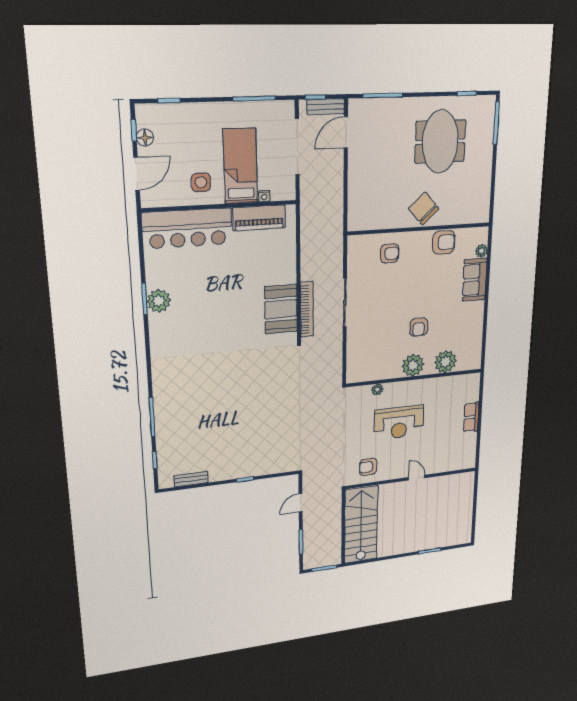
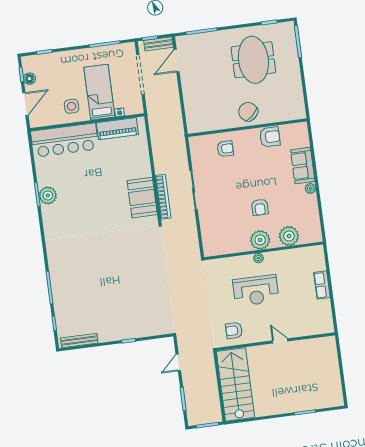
plant: (481, 251) -> (310, 188), moved
plant: (377, 389) -> (258, 258), moved
bench: (191, 479) -> (79, 340), width x1.36

